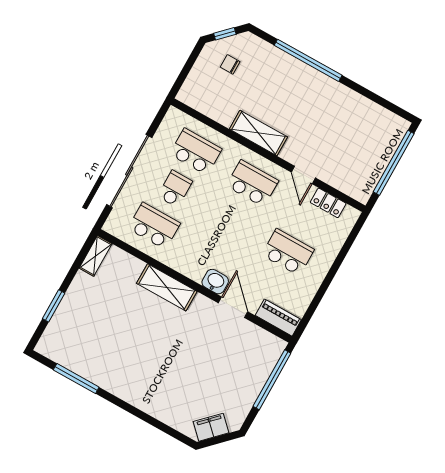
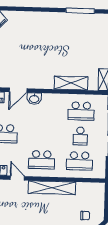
shelving: (258, 133) -> (52, 188), width x1.47
shelving: (167, 287) -> (71, 83), moved
door: (233, 307) -> (18, 90), hinge flipped

